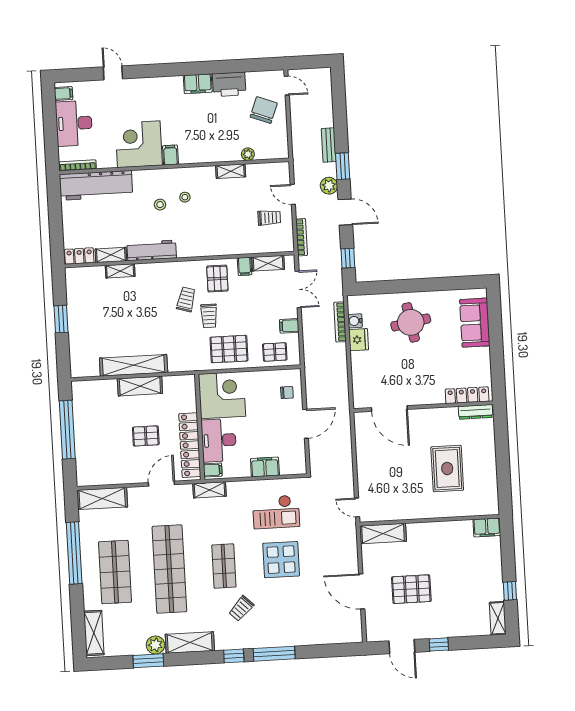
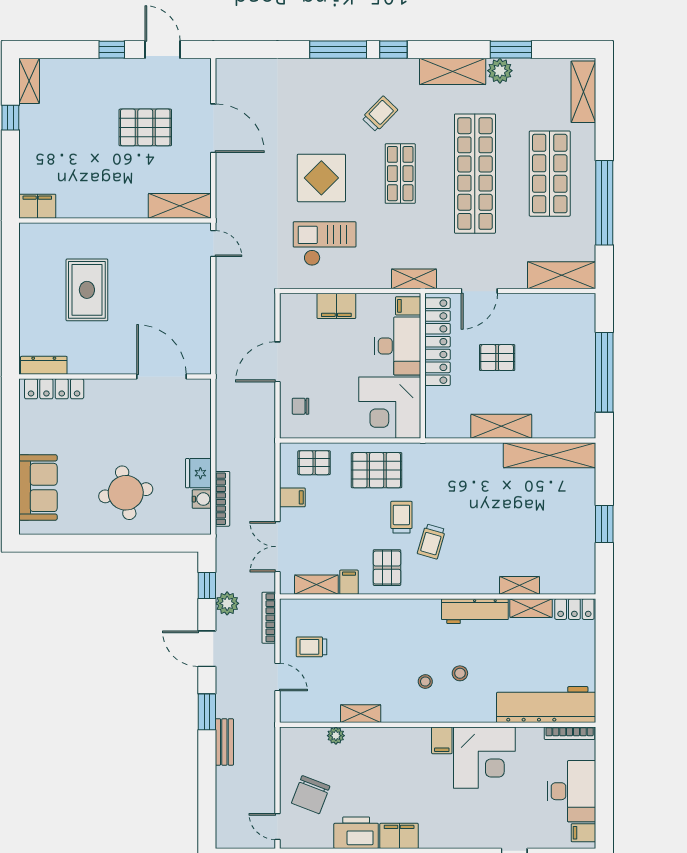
plant: (329, 186) -> (227, 603), moved
shelving: (134, 365) -> (550, 455), moved

